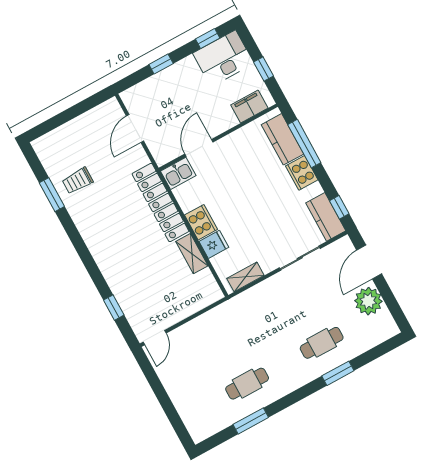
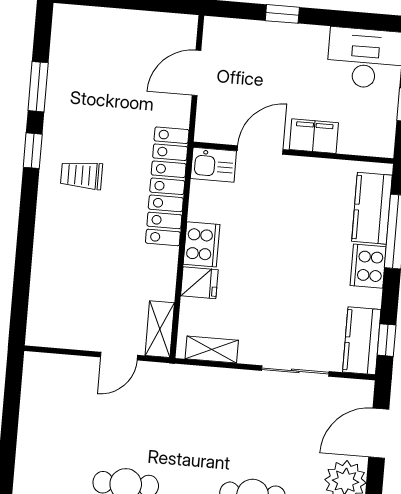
window: (208, 39) -> (362, 21), removed
filing cabinet: (249, 106) -> (314, 136), moved
trolley: (78, 181) -> (82, 175), moved
shelving: (192, 254) -> (160, 329), moved
window: (114, 308) -> (33, 151), moved
door: (155, 338) -> (119, 356), moved

